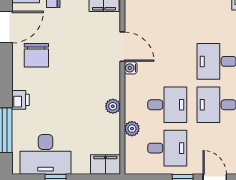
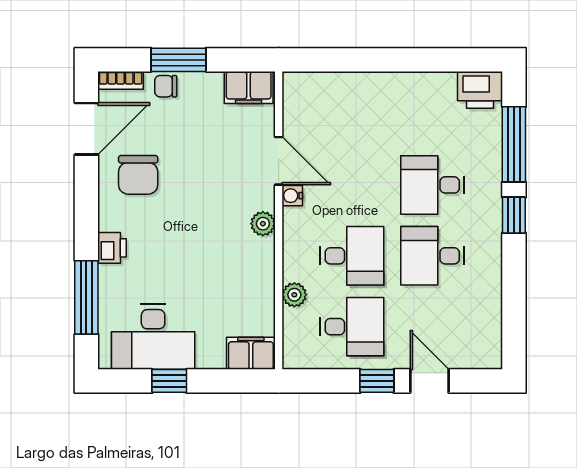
plant: (113, 106) -> (263, 224), moved

